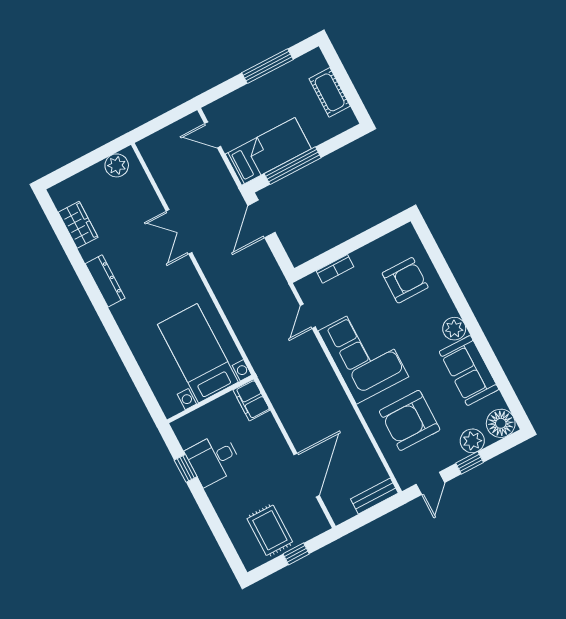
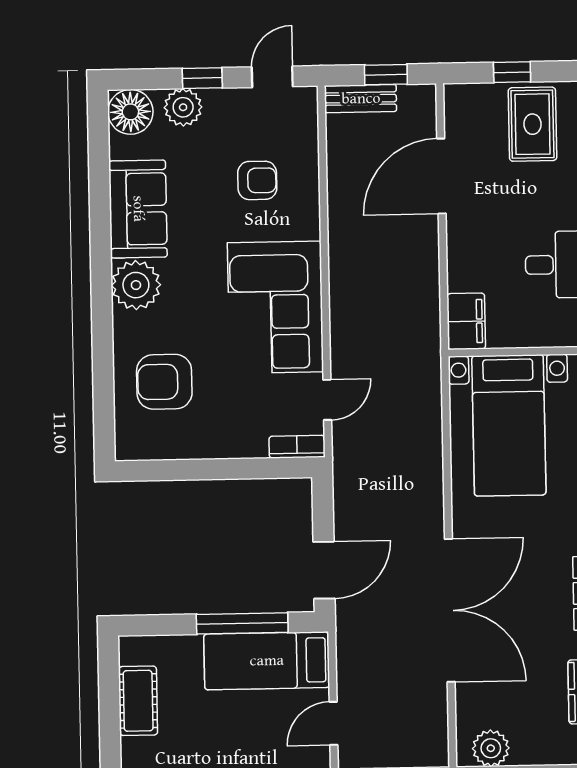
door: (213, 135) -> (334, 723), swing flipped
double door: (179, 232) -> (450, 610), width x1.87
bookcase: (335, 269) -> (297, 447), moved
plant: (454, 329) -> (136, 285), width x1.36, depth x1.36
armchair: (410, 420) -> (257, 180), width x0.53, depth x0.53
window: (367, 517) -> (386, 75), added

